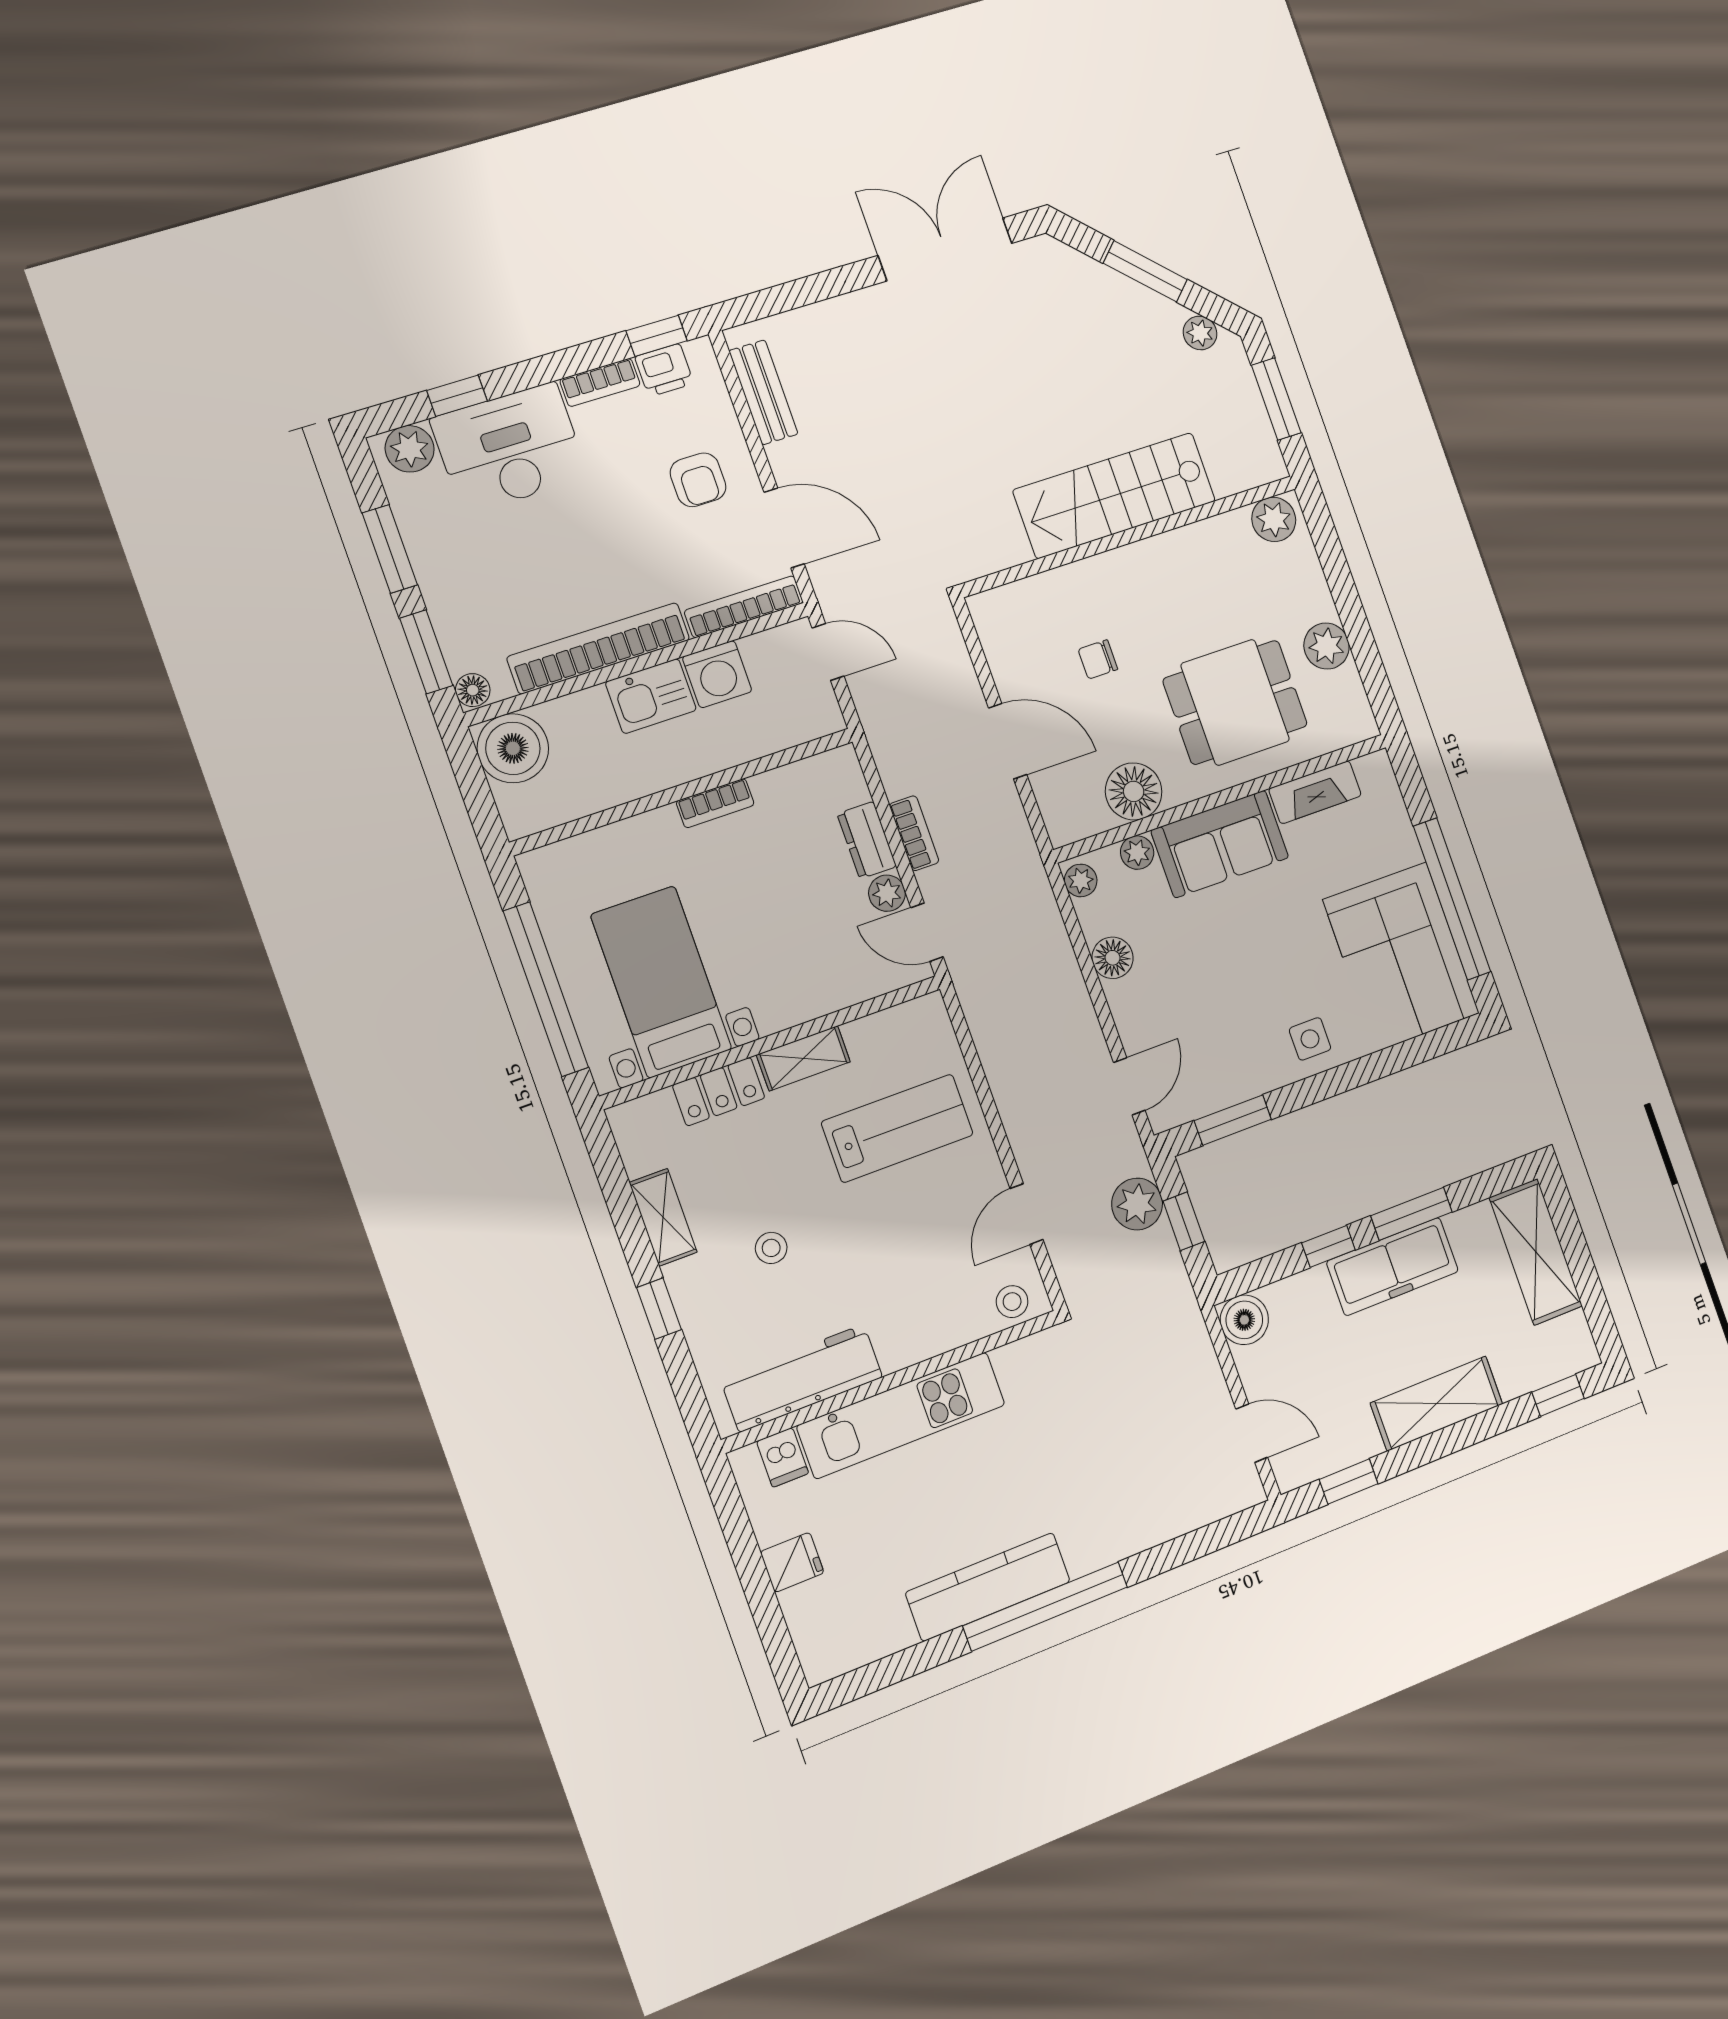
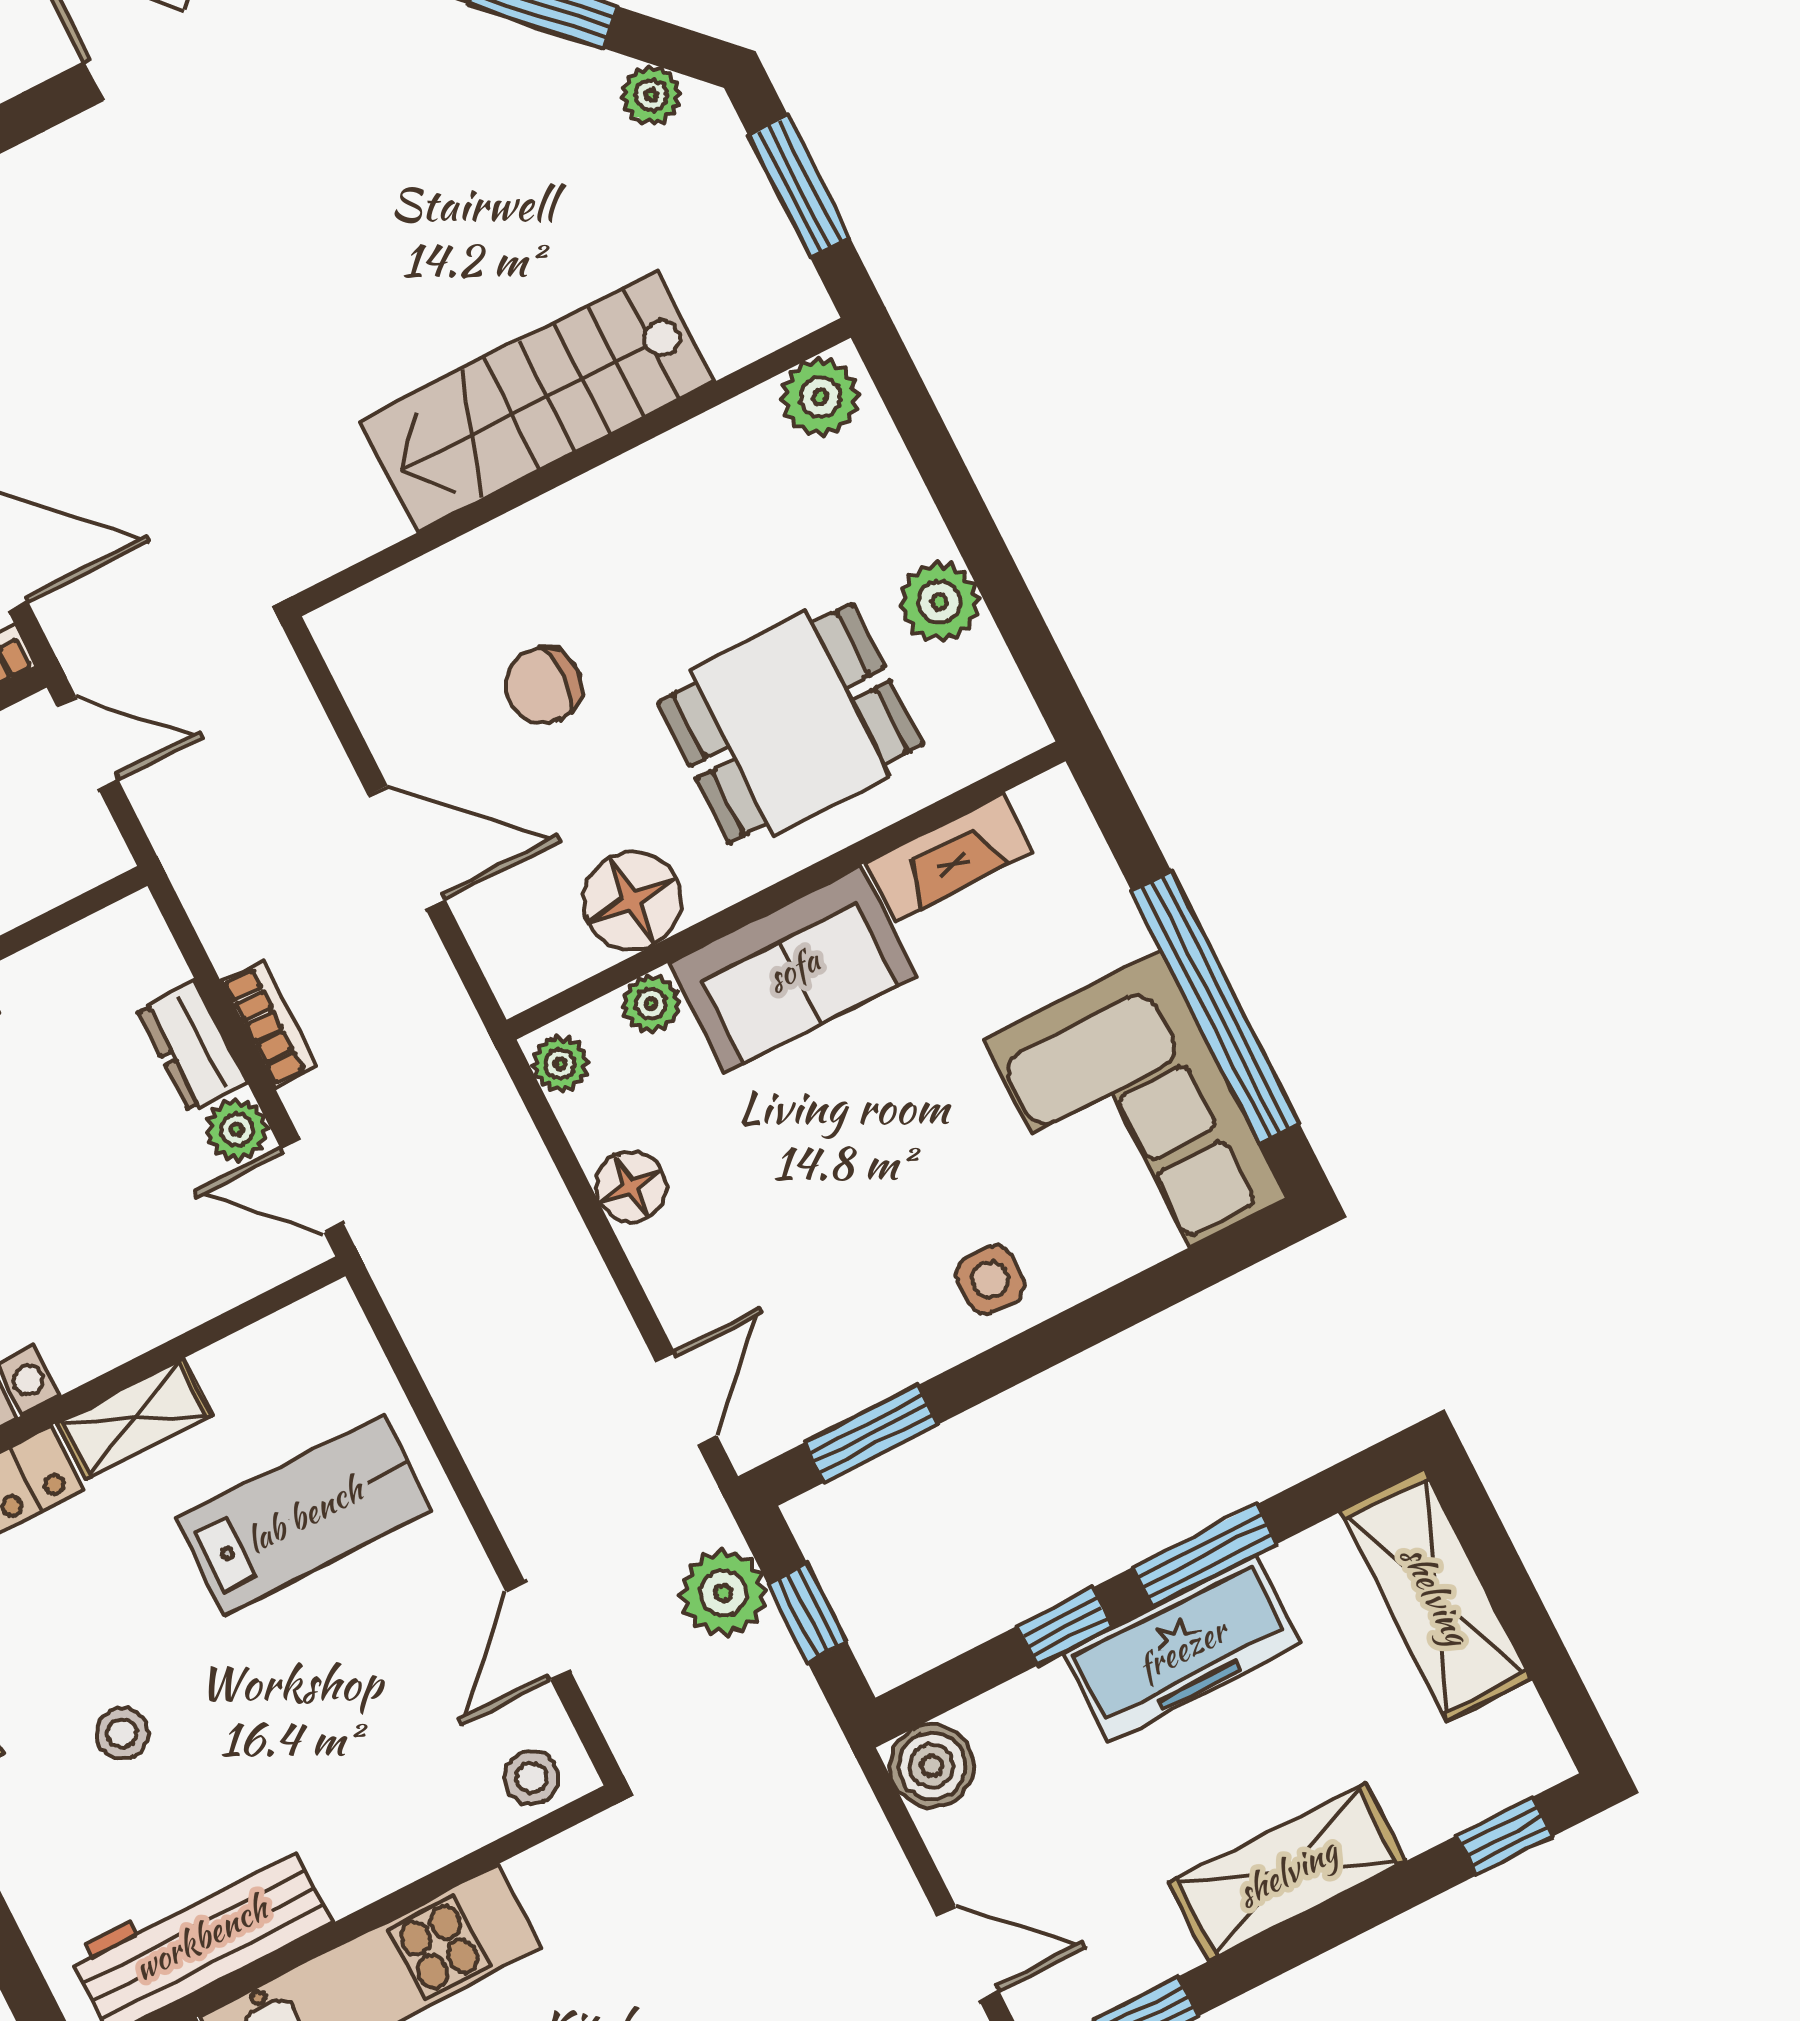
chair: (1098, 659) -> (543, 686), width x1.37, depth x1.37

